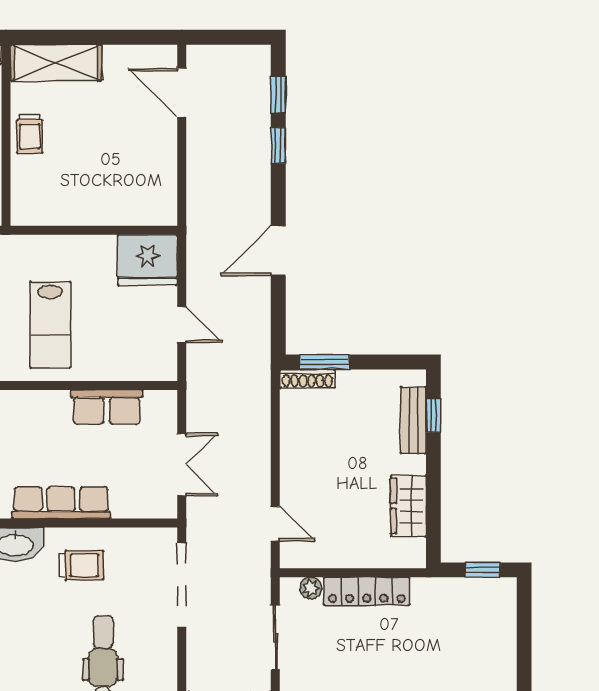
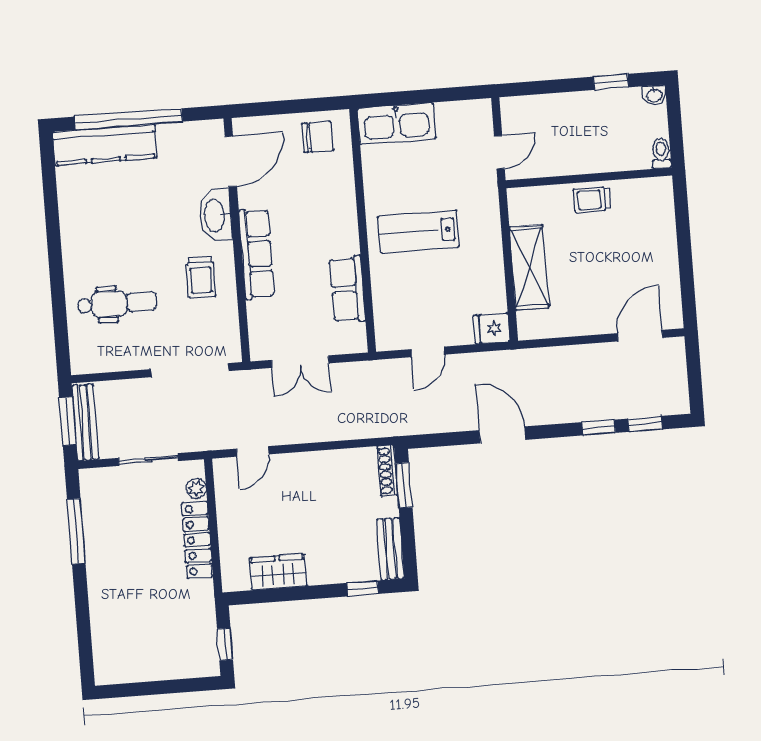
shelving: (56, 63) -> (529, 267), moved
fridge: (147, 260) -> (492, 328), width x0.53, depth x0.75
bench: (413, 420) -> (390, 549), moved, turned 90

